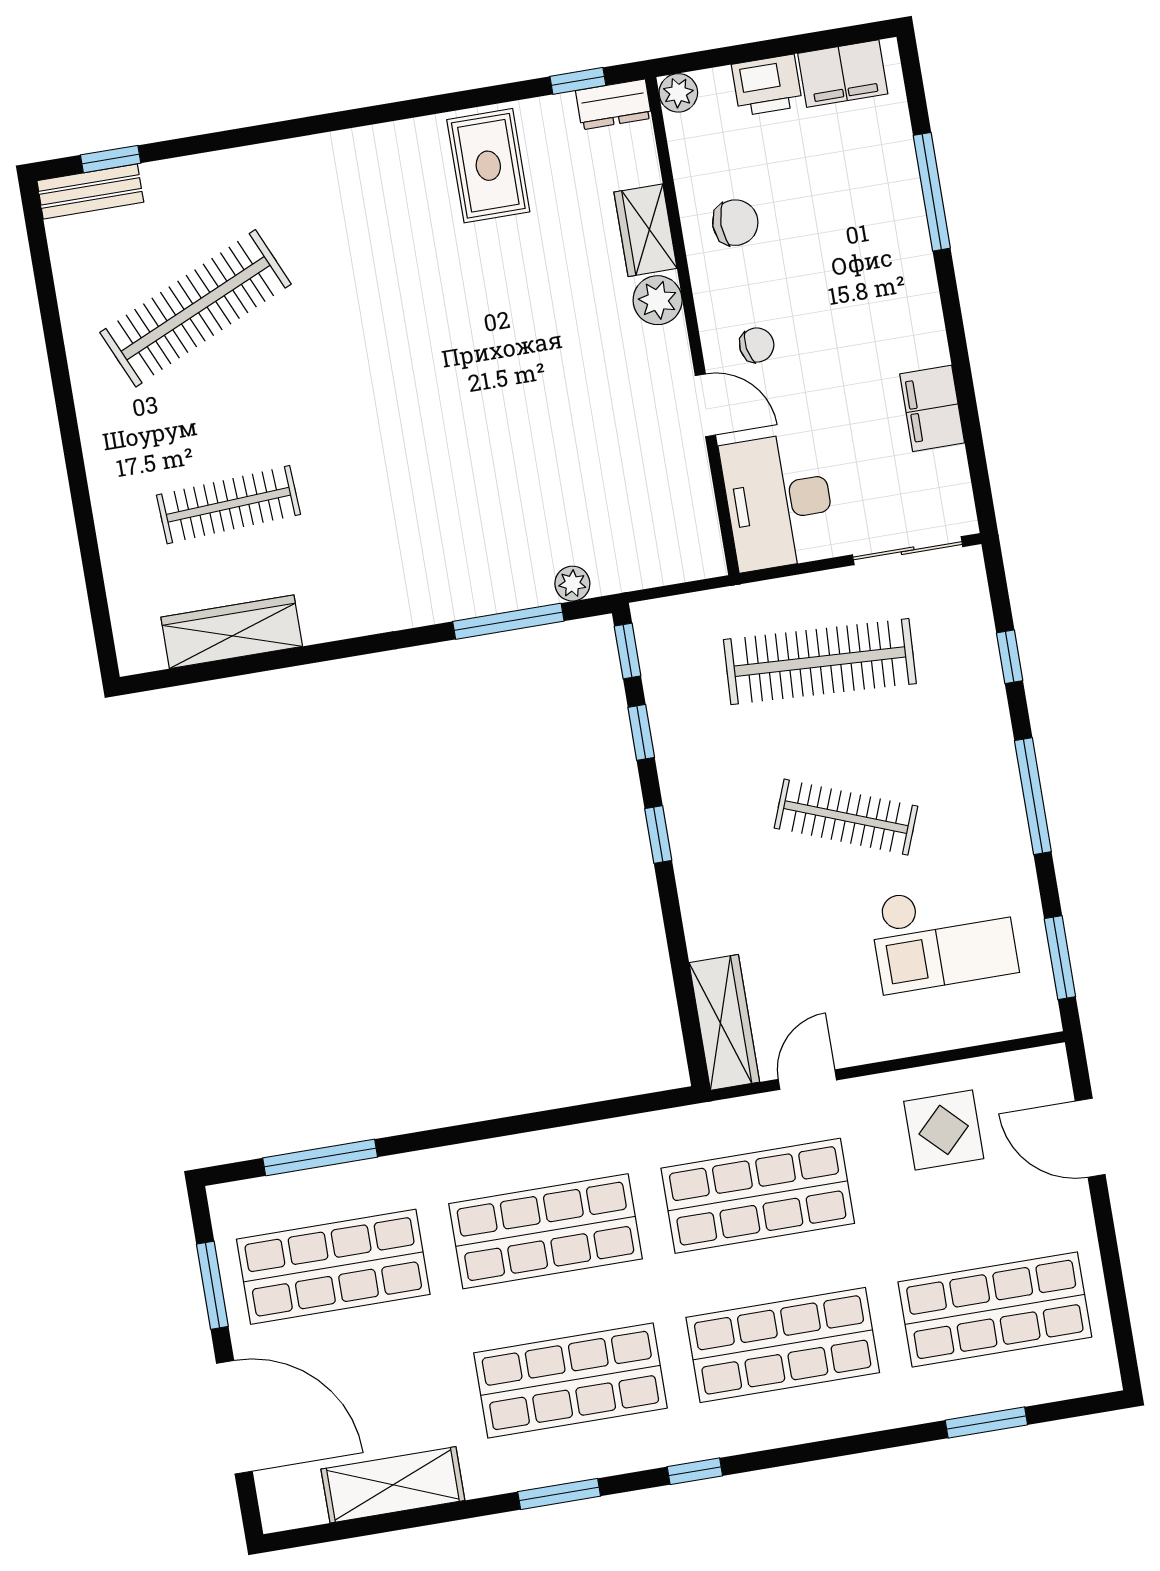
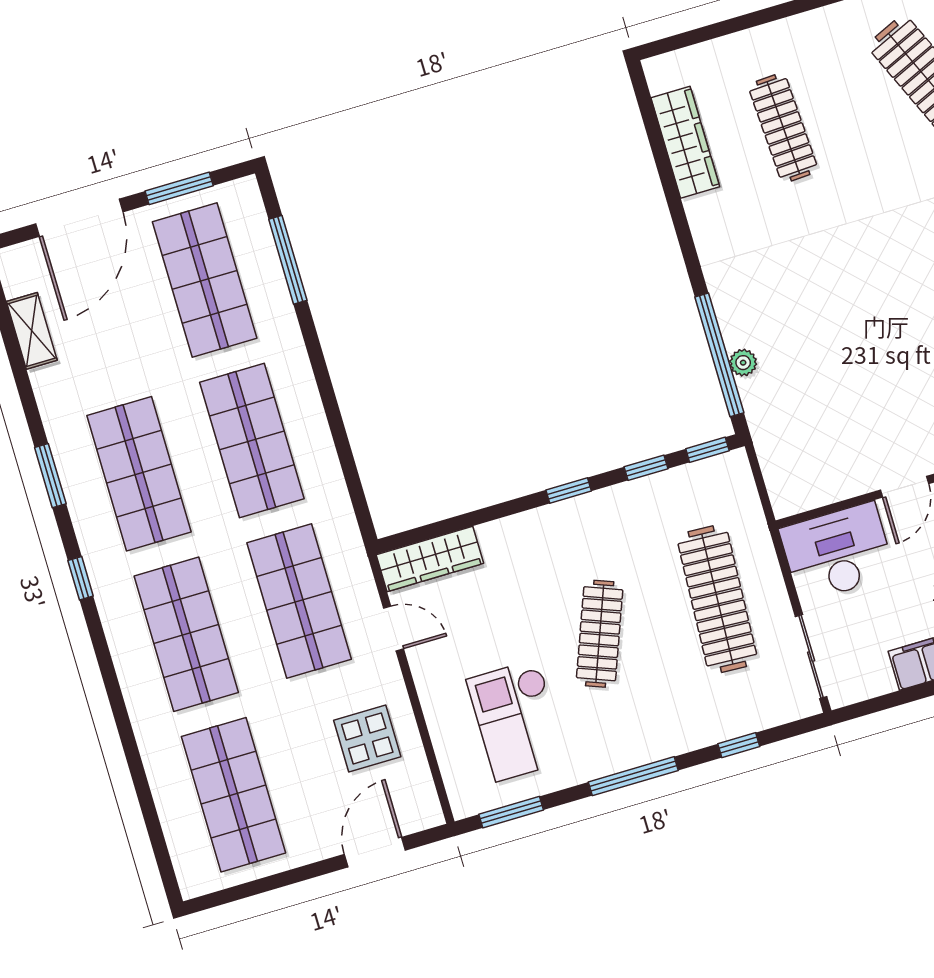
plant: (572, 584) -> (743, 363), moved
window: (508, 621) -> (719, 355), width x1.46
window: (986, 1422) -> (145, 799), removed
shelving: (393, 1485) -> (32, 331), width x0.67, depth x0.75

